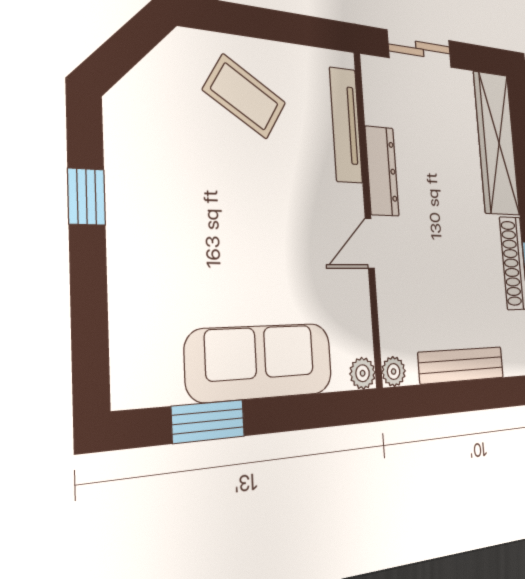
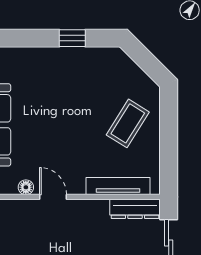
dresser: (382, 171) -> (135, 209), moved
floor lamp: (359, 294) -> (26, 187), added

